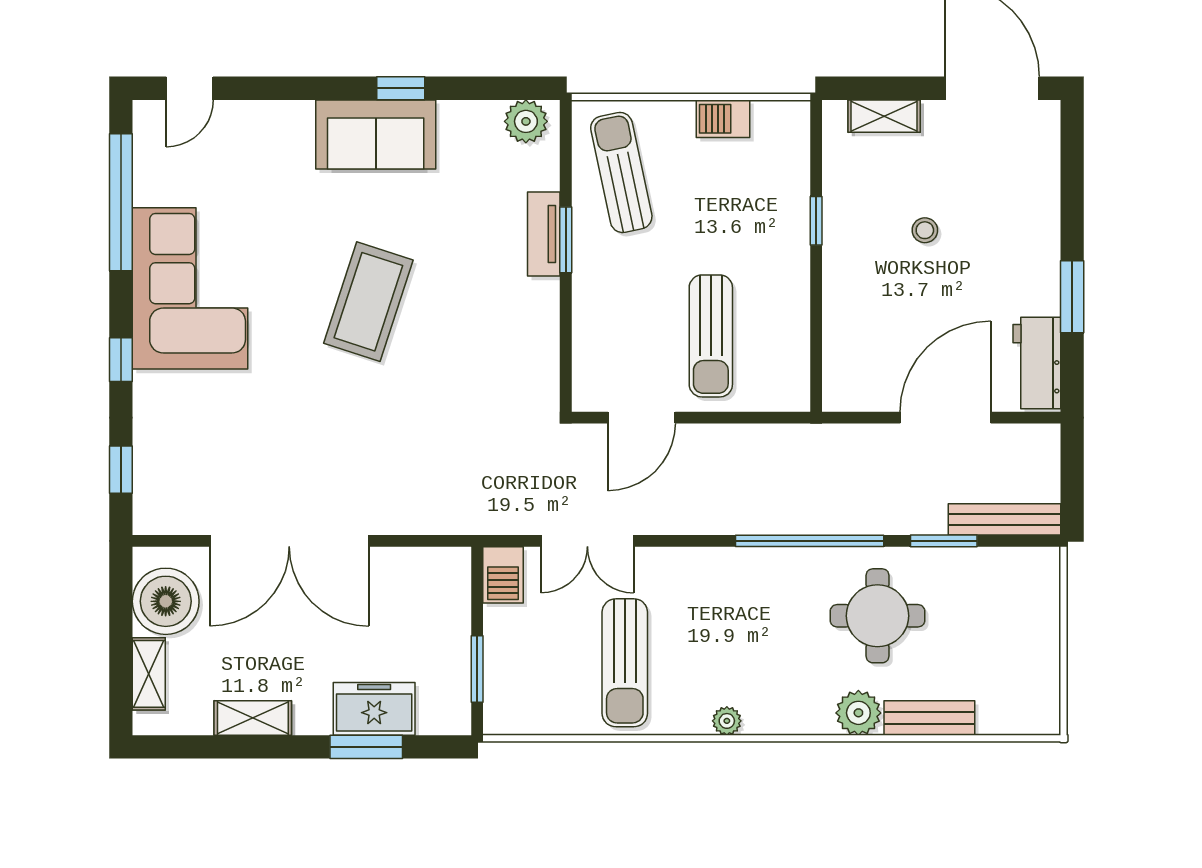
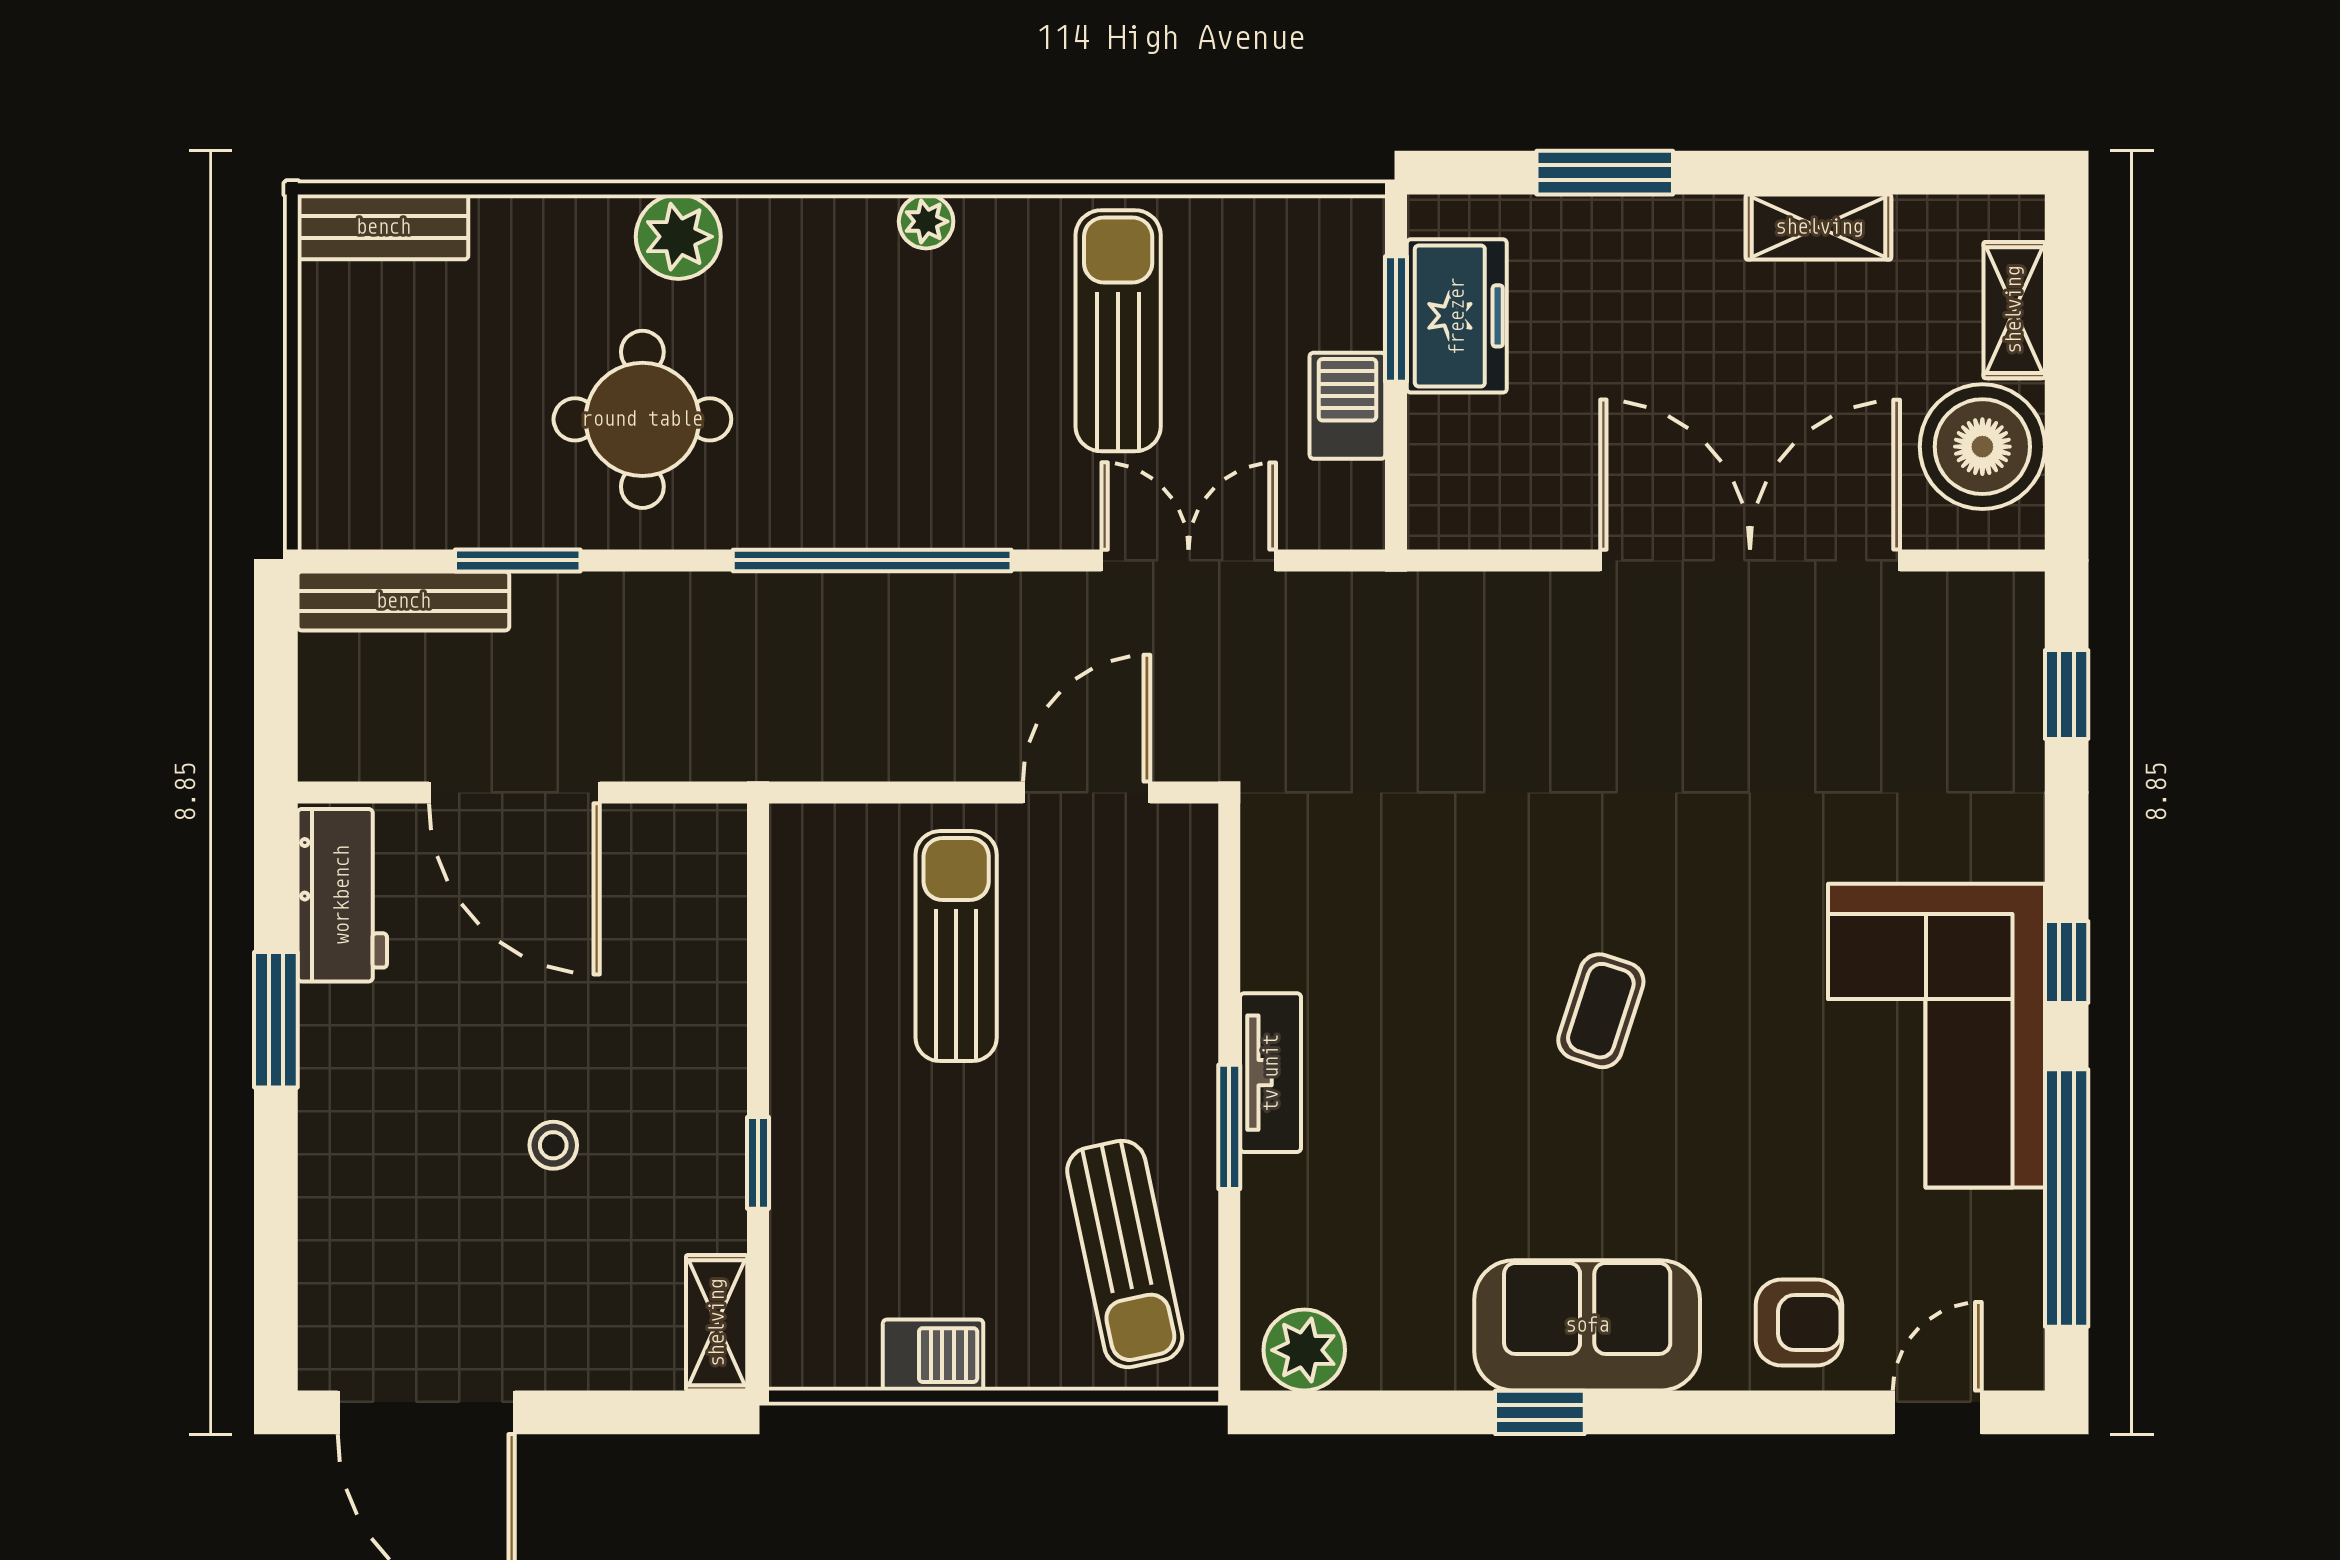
shelving: (884, 116) -> (717, 1323), moved, turned 90
armchair: (263, 136) -> (1799, 1323), added
tv unit: (544, 234) -> (1271, 1073), moved
coffee table: (368, 302) -> (1601, 1011), width x0.54, depth x0.58
window: (121, 360) -> (2067, 962), moved
door: (946, 418) -> (514, 792), hinge flipped
window: (810, 541) -> (872, 560), moved
barbecue: (503, 575) -> (1347, 406), moved
freezer: (374, 709) -> (1457, 316), moved, turned -90
bench: (929, 718) -> (383, 227), moved

